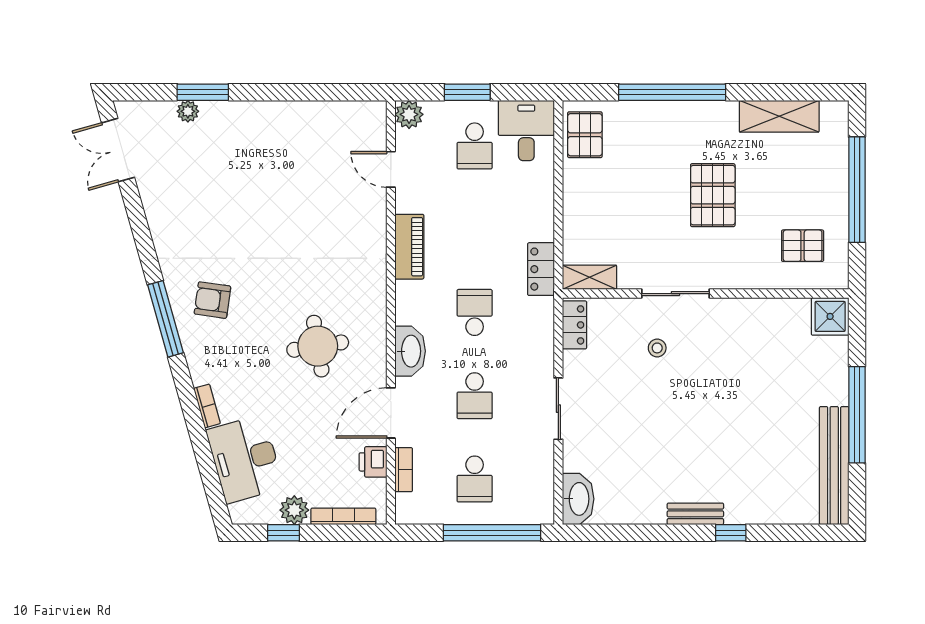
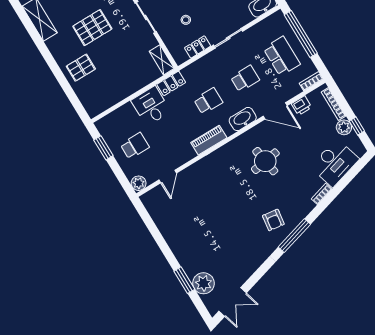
window: (467, 92) -> (103, 148), moved
window: (672, 92) -> (58, 73), removed
plant: (188, 111) -> (204, 283), width x1.87, depth x1.87
desk: (526, 131) -> (151, 106), moved, turned 90
pallet: (585, 135) -> (81, 68), moved
piano: (409, 247) -> (209, 140), moved
school desk: (475, 312) -> (208, 101), turned 180
locker: (575, 325) -> (198, 47), moved
stool: (657, 348) -> (186, 20), moved
bookcase: (404, 470) -> (311, 81), moved
school desk: (475, 479) -> (282, 56), width x1.85

